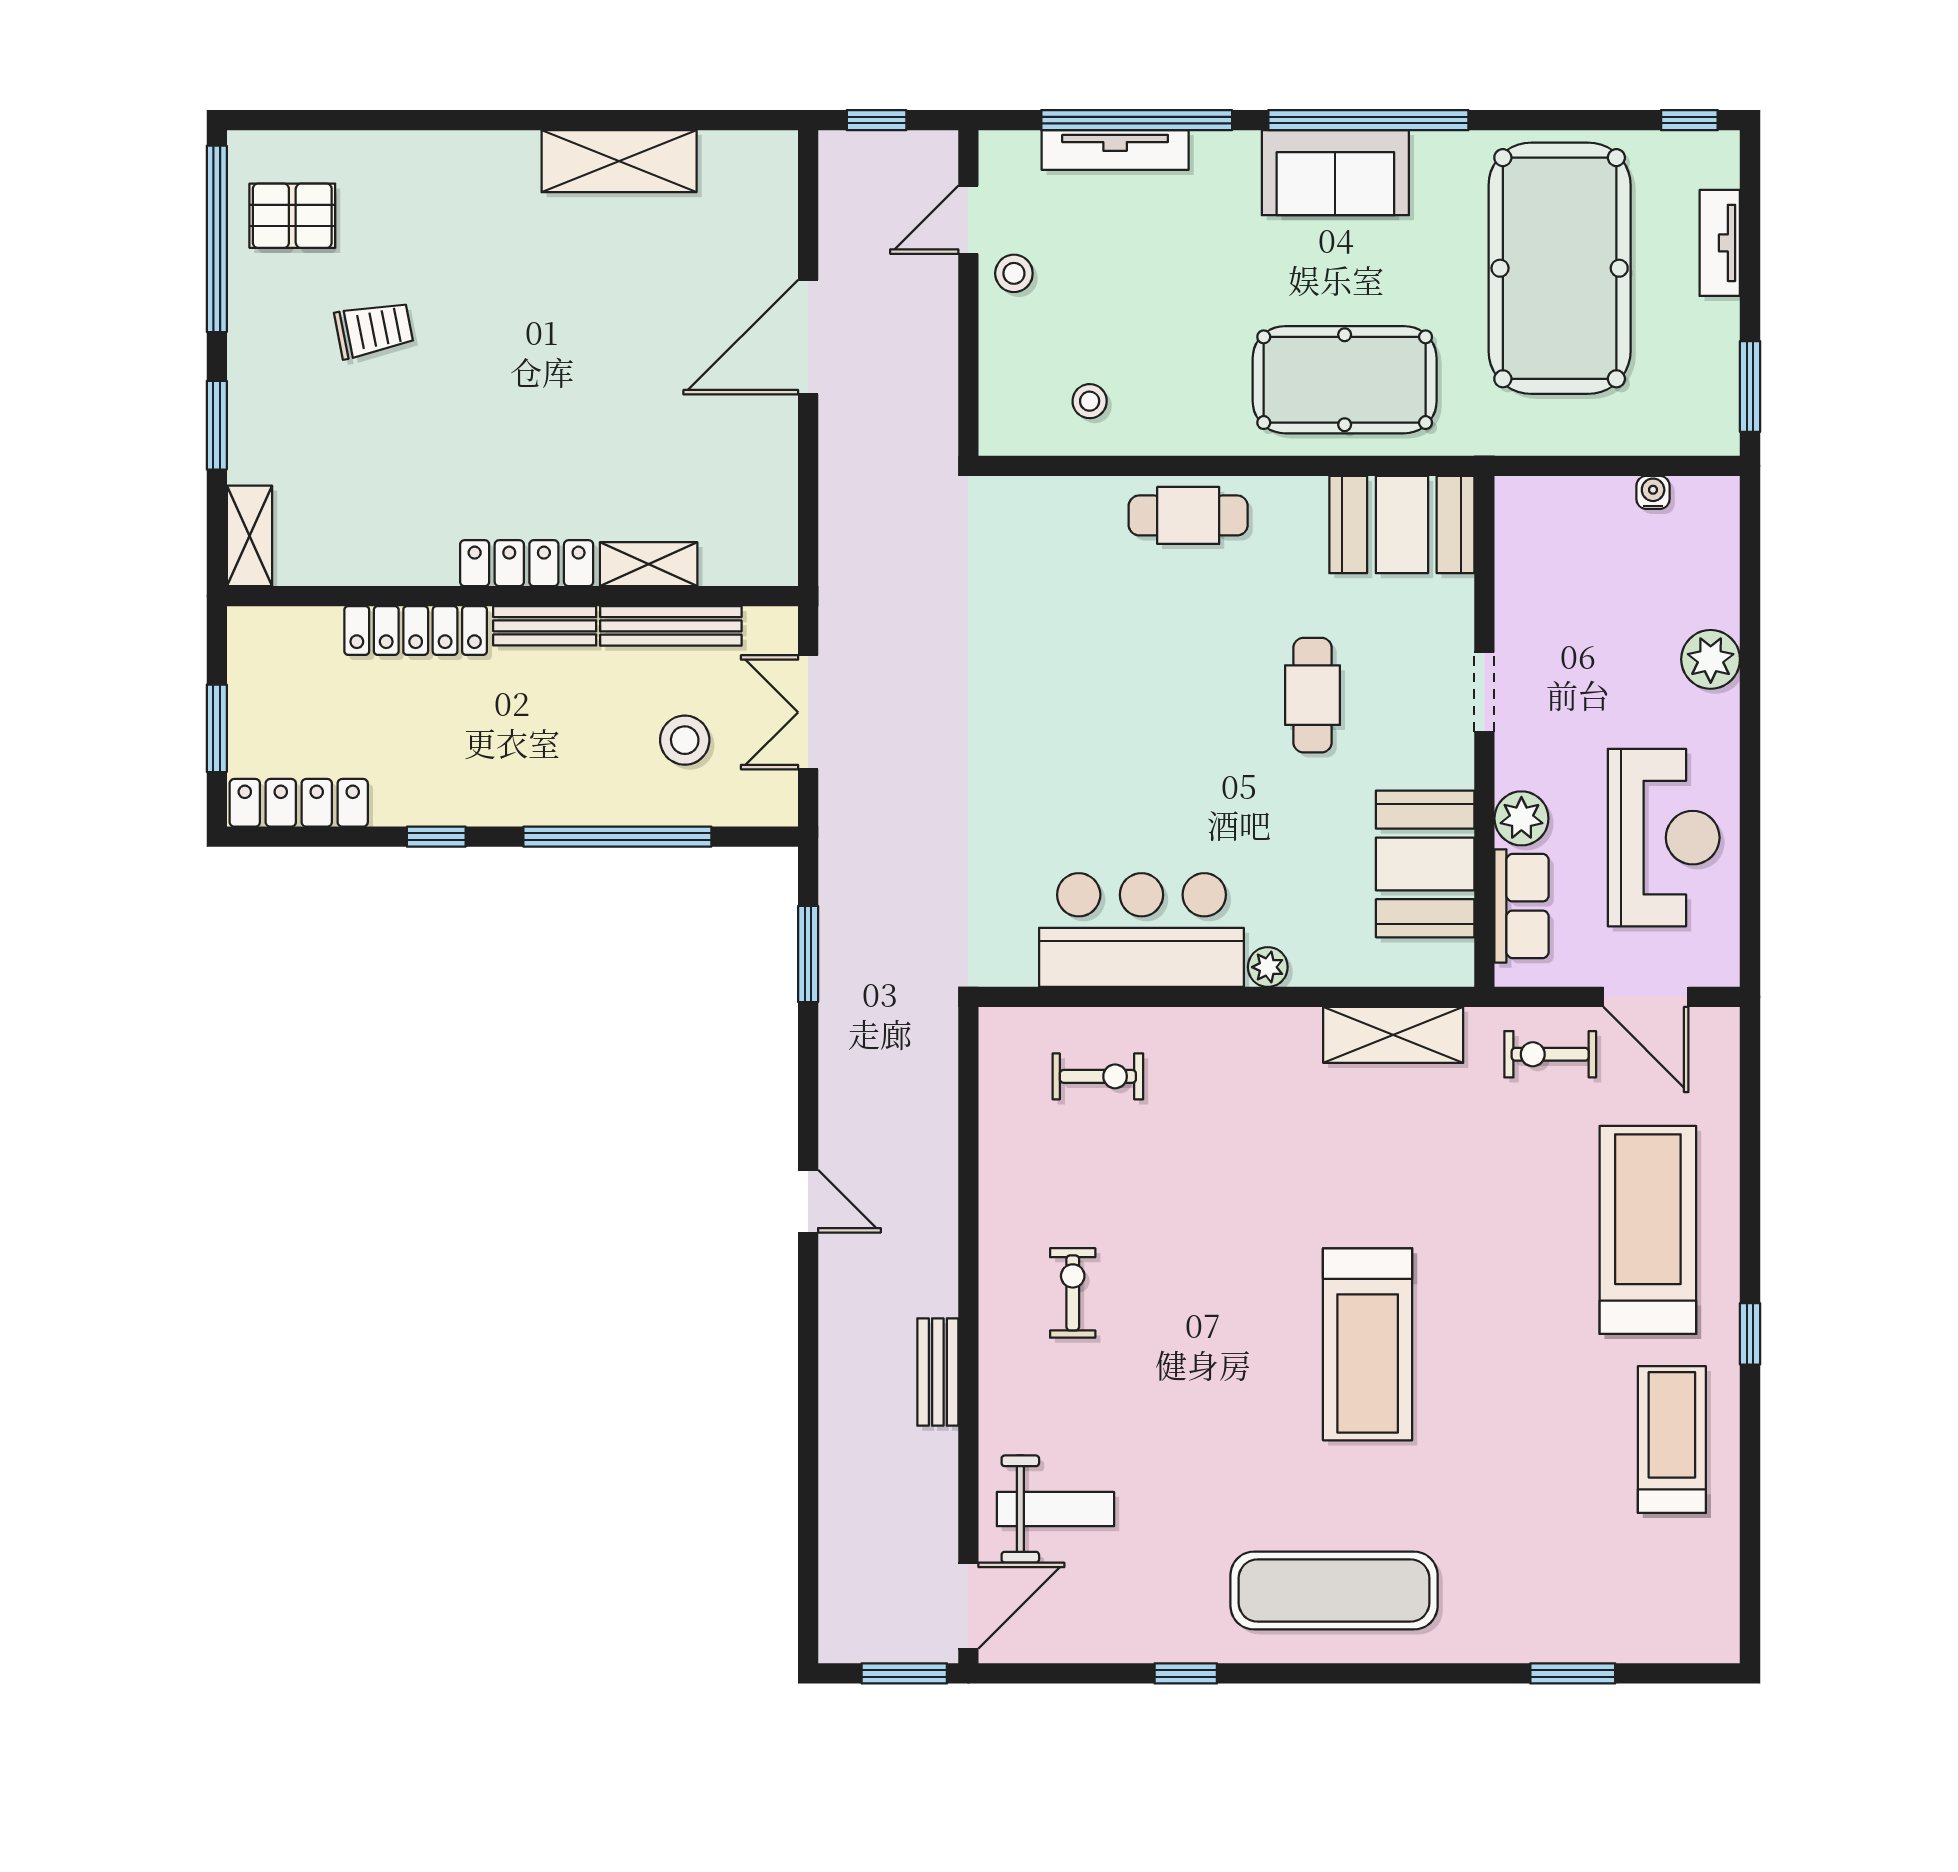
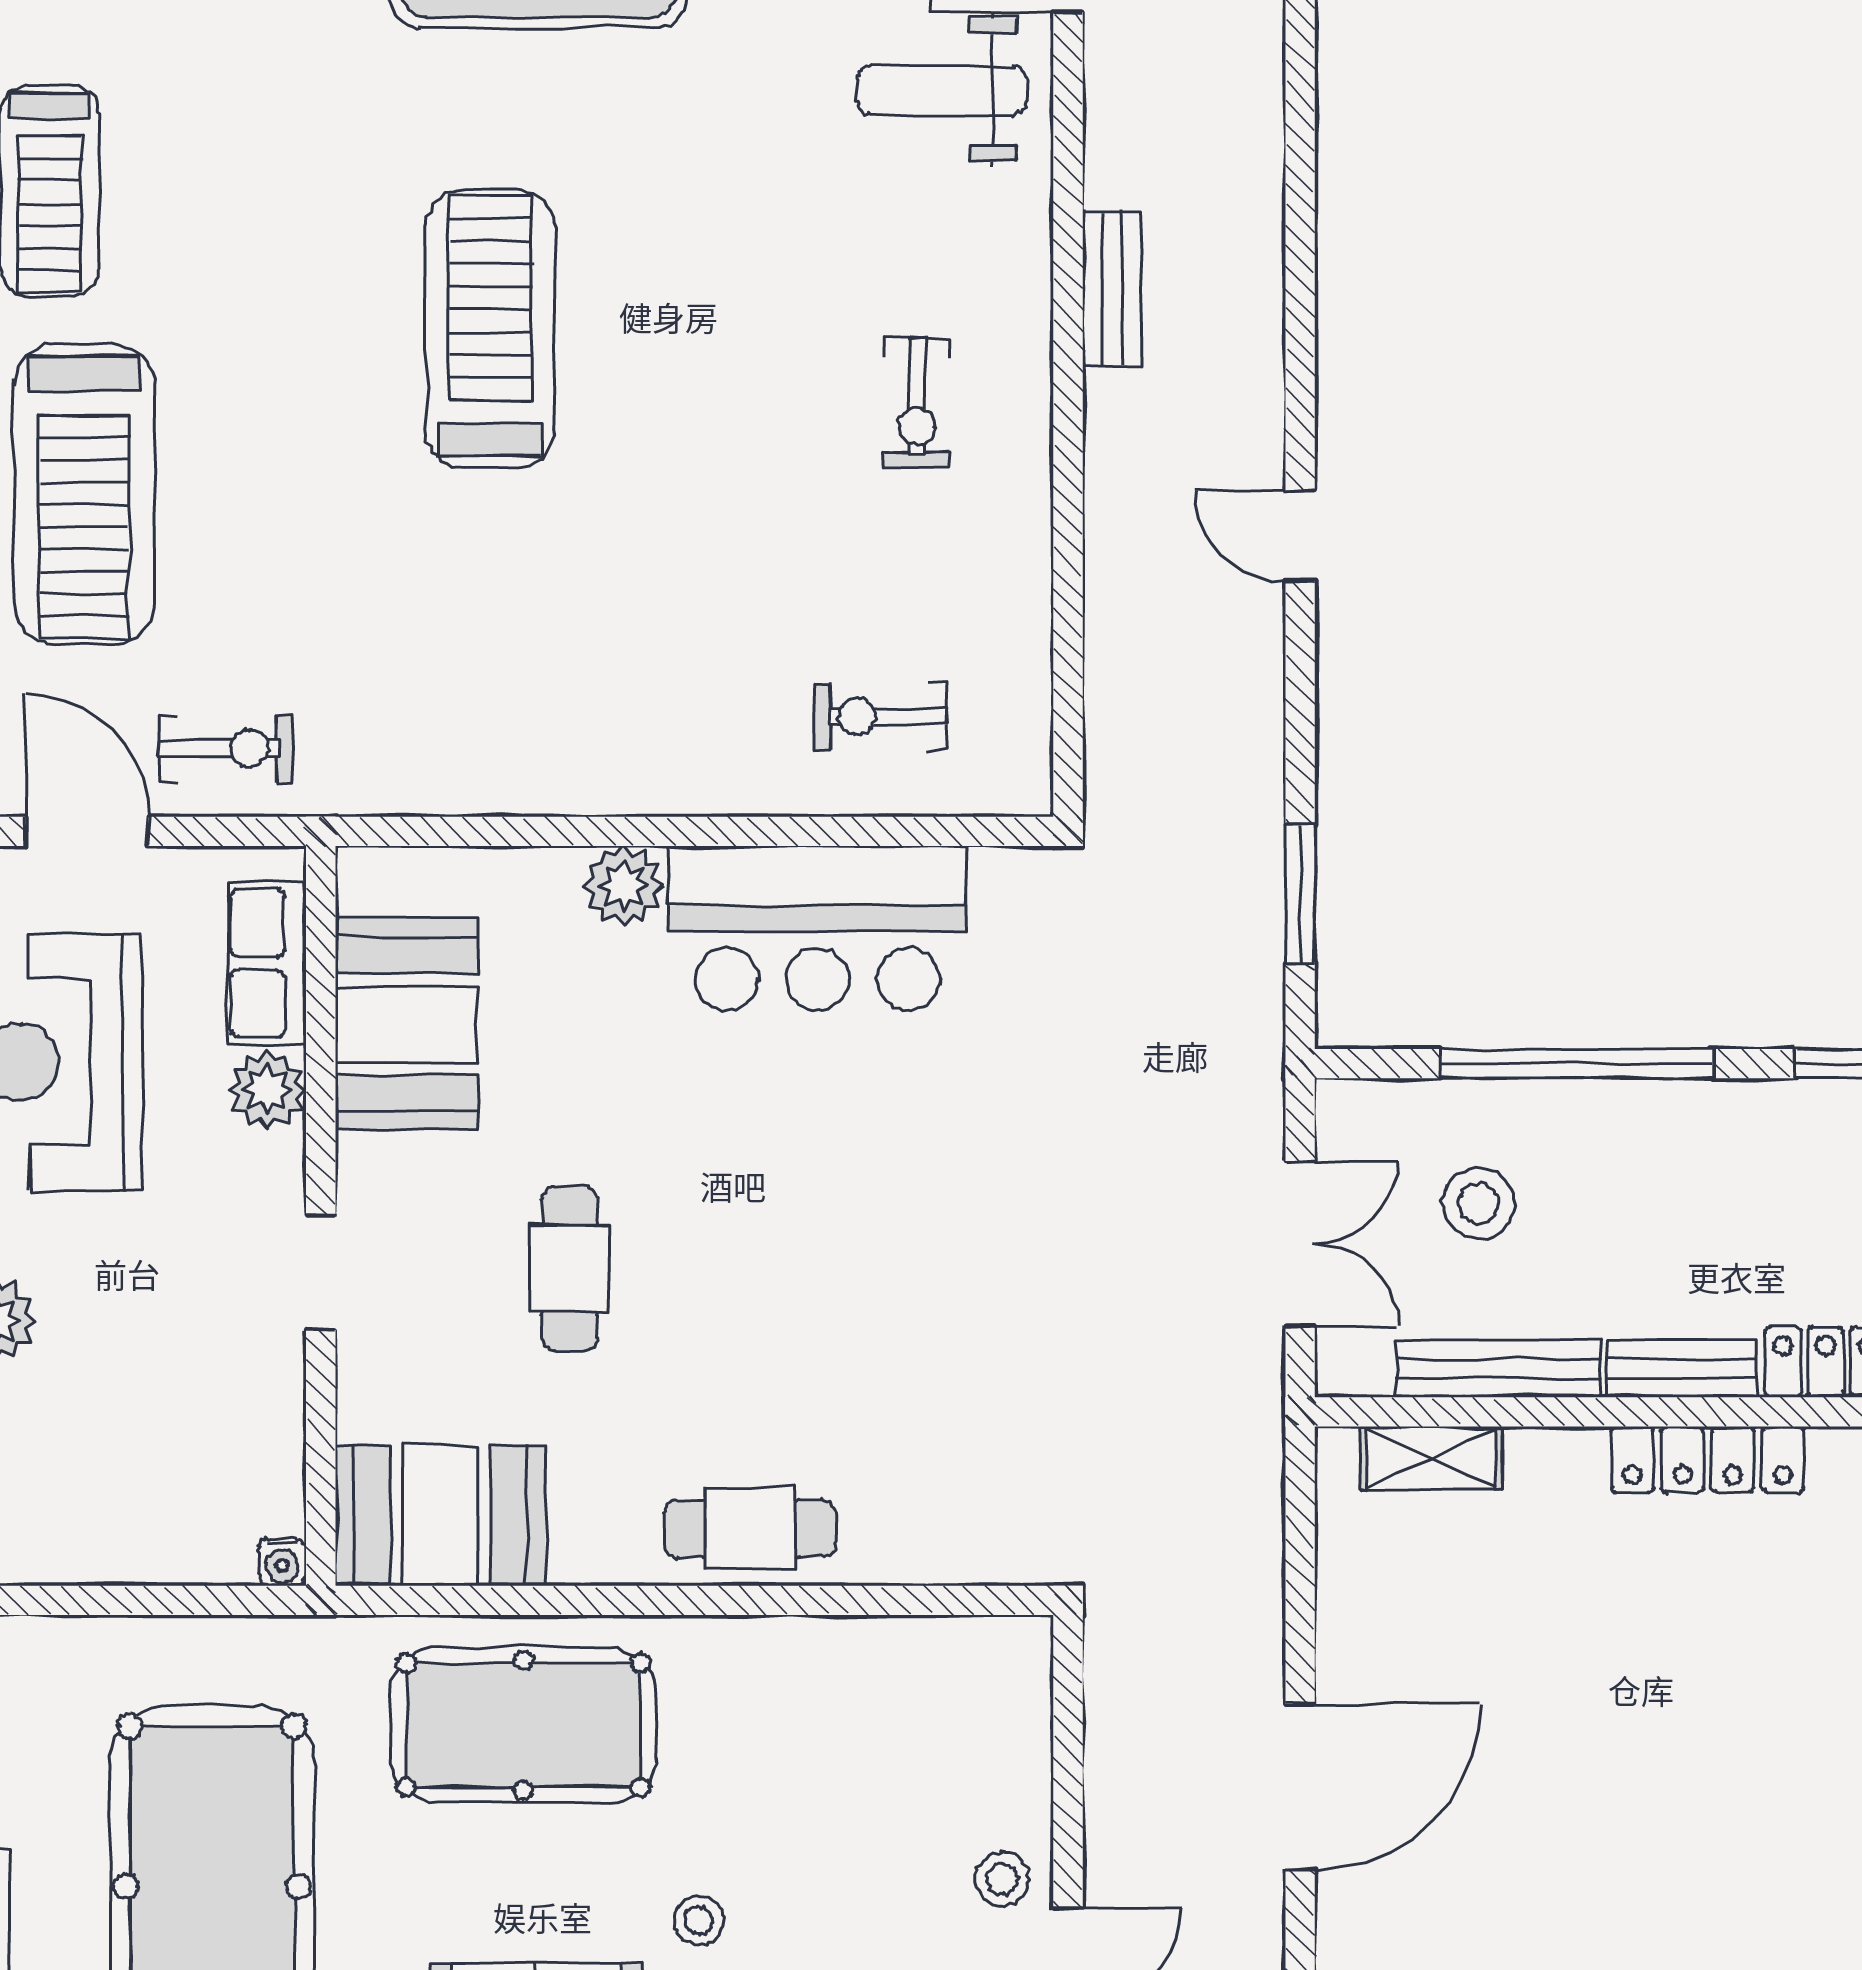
stool: (1090, 401) -> (699, 1921), moved
water cooler: (1653, 492) -> (282, 1562), moved
shelving: (649, 564) -> (1432, 1458), moved
plant: (1268, 967) -> (624, 886), width x1.38, depth x1.38
shelving: (1393, 1035) -> (453, 776), removed

